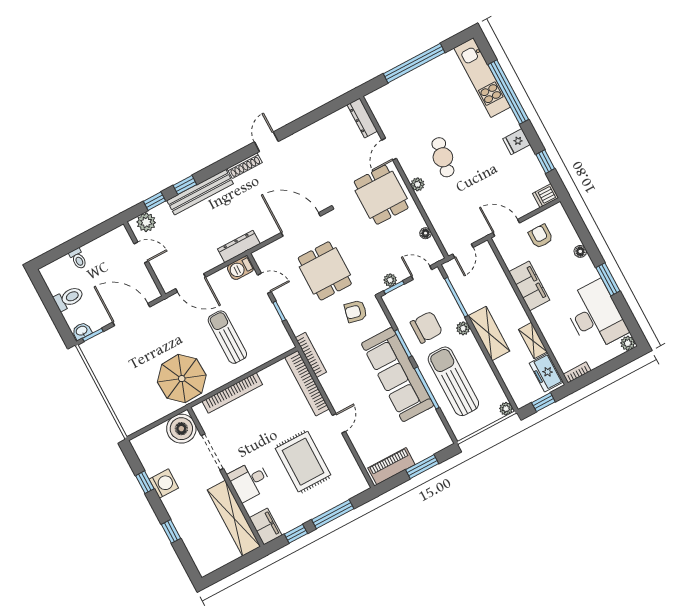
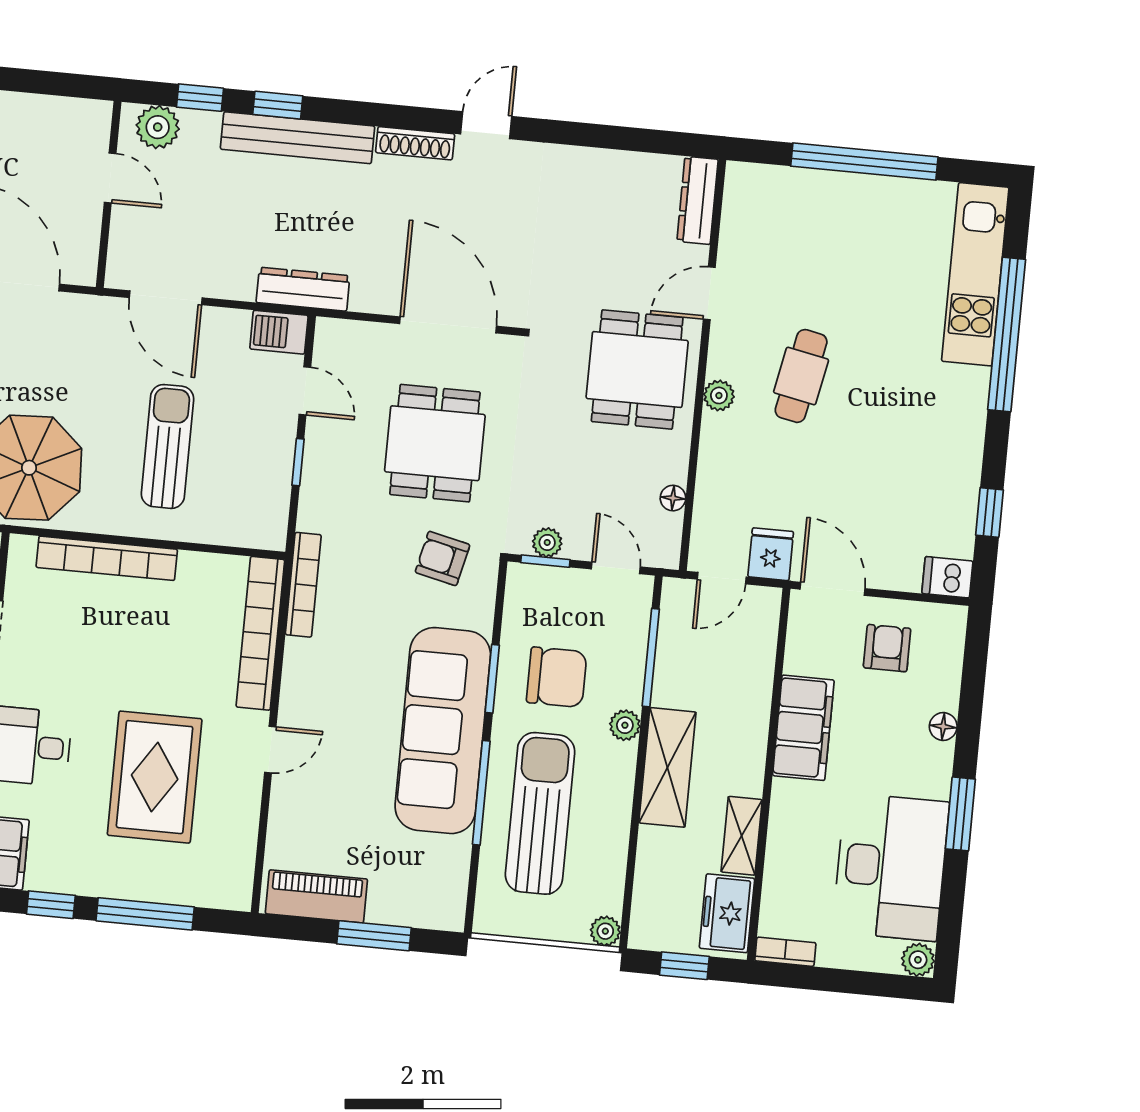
fridge: (517, 142) -> (771, 554), moved, turned 90

